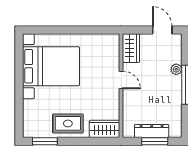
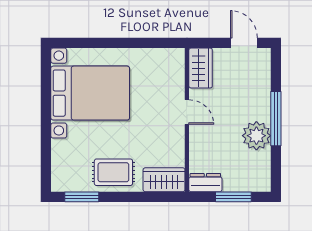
plant: (176, 69) -> (256, 136), moved, width x1.88, depth x1.88
dresser: (152, 131) -> (205, 183), moved, width x0.70

